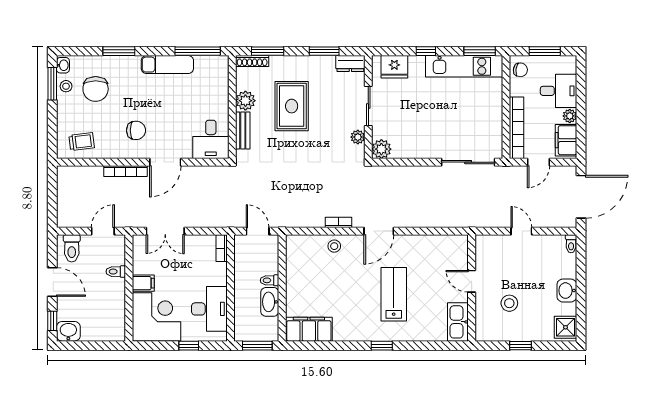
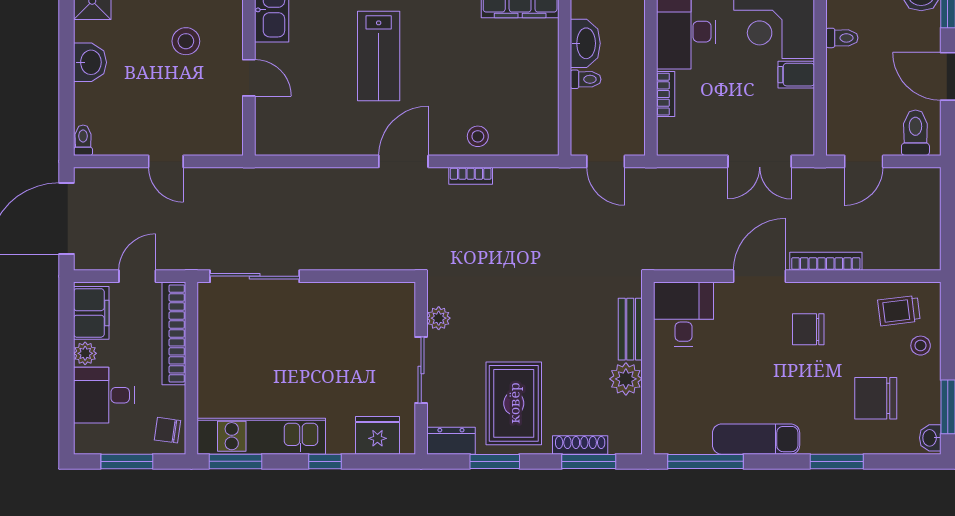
shoe rack: (252, 61) -> (580, 445), moved
stool: (66, 86) -> (921, 346), moved
chair: (96, 89) -> (876, 398), turned -90
rug: (292, 106) -> (514, 403), moved
plant: (381, 149) -> (399, 298), removed
double door: (165, 231) -> (760, 161), swing flipped
bookcase: (222, 248) -> (666, 94), moved
toilet: (116, 272) -> (842, 38), moved

